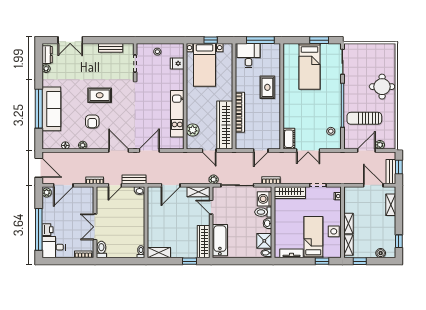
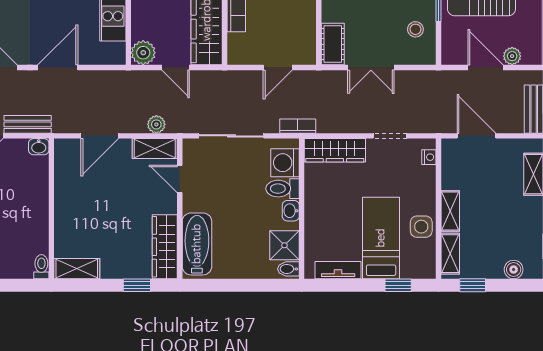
plant: (193, 130) -> (143, 53), moved
door: (366, 151) -> (485, 67), hinge flipped
plant: (214, 179) -> (156, 124), moved
door: (373, 185) -> (476, 136), moved

